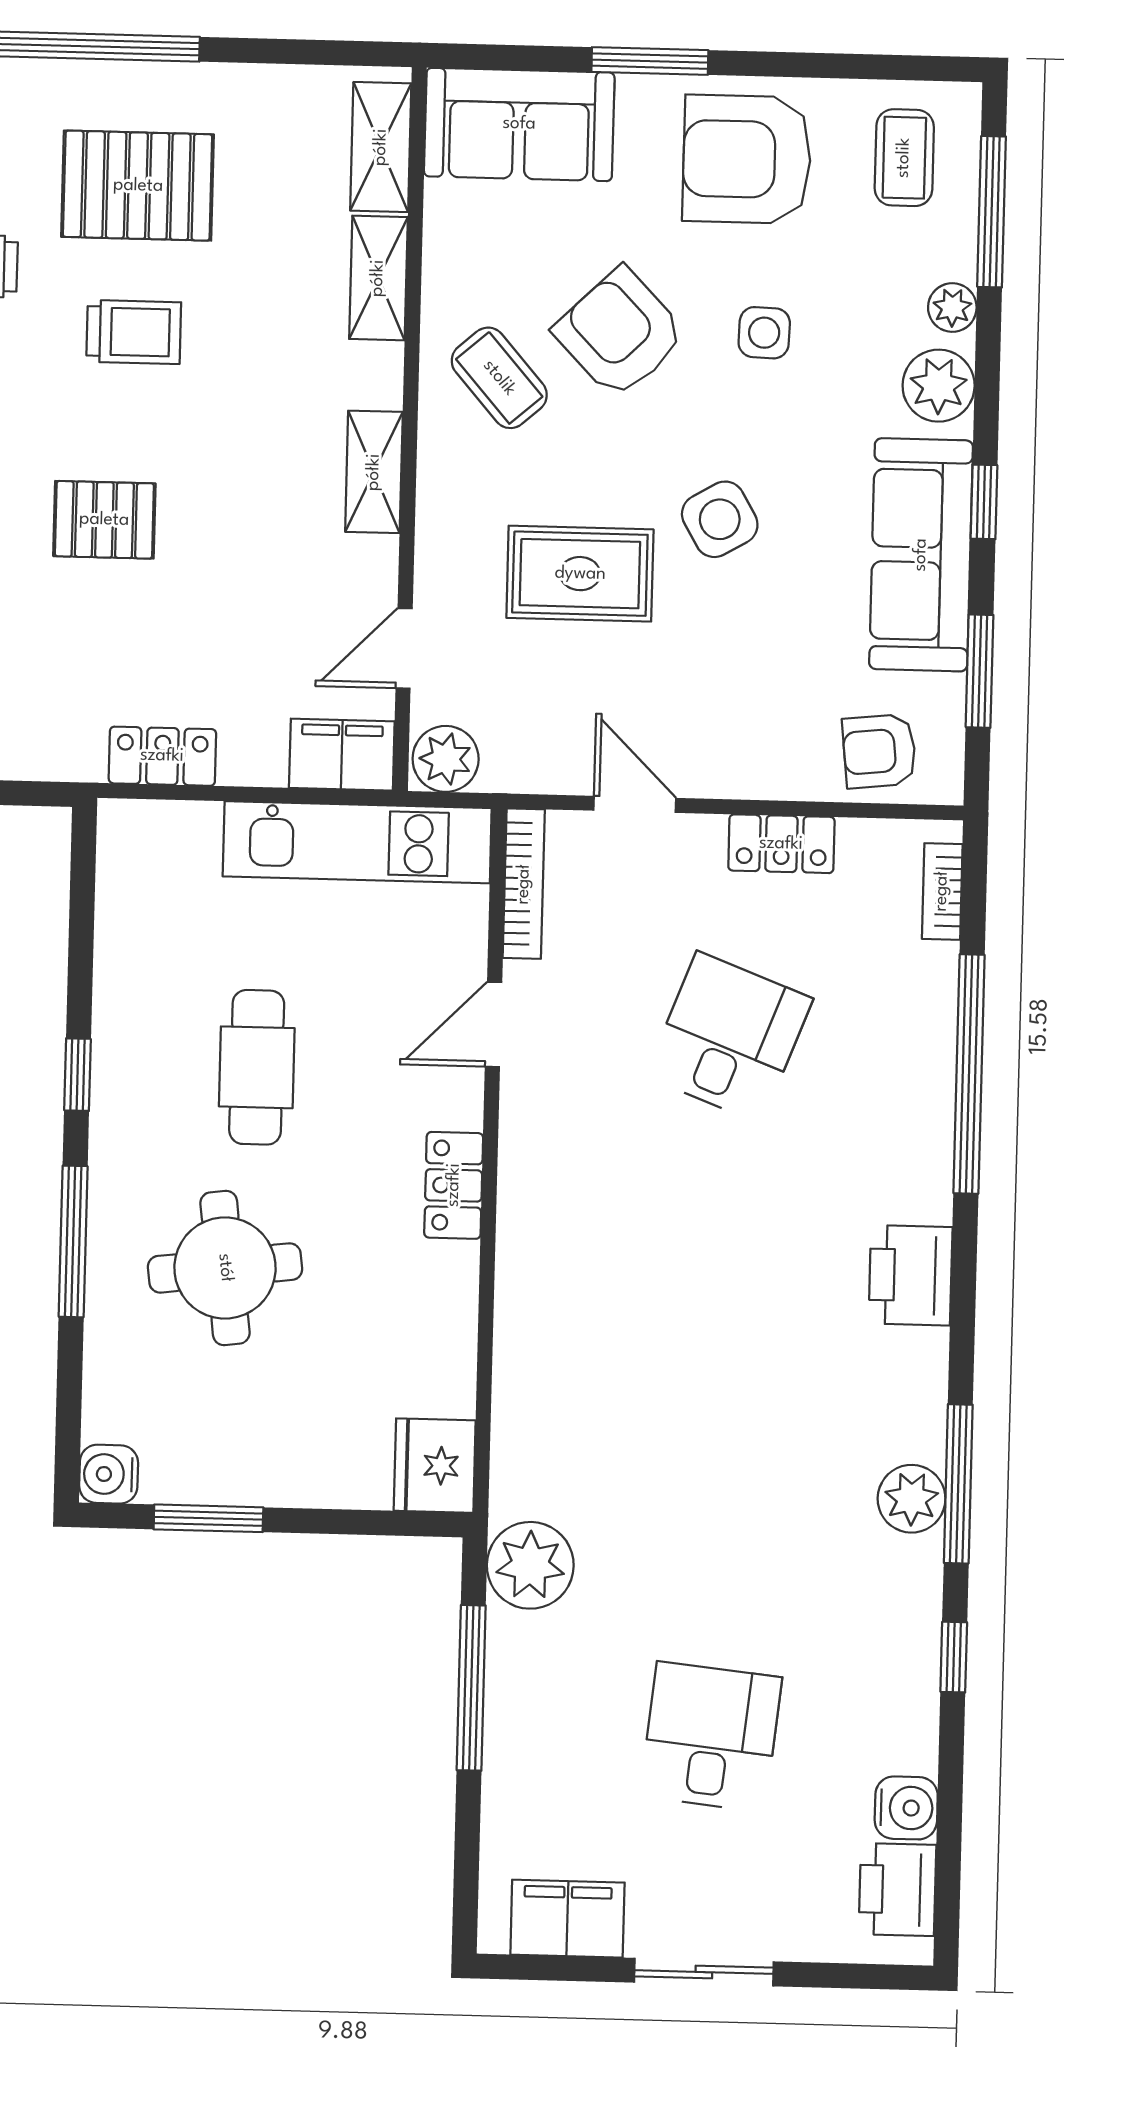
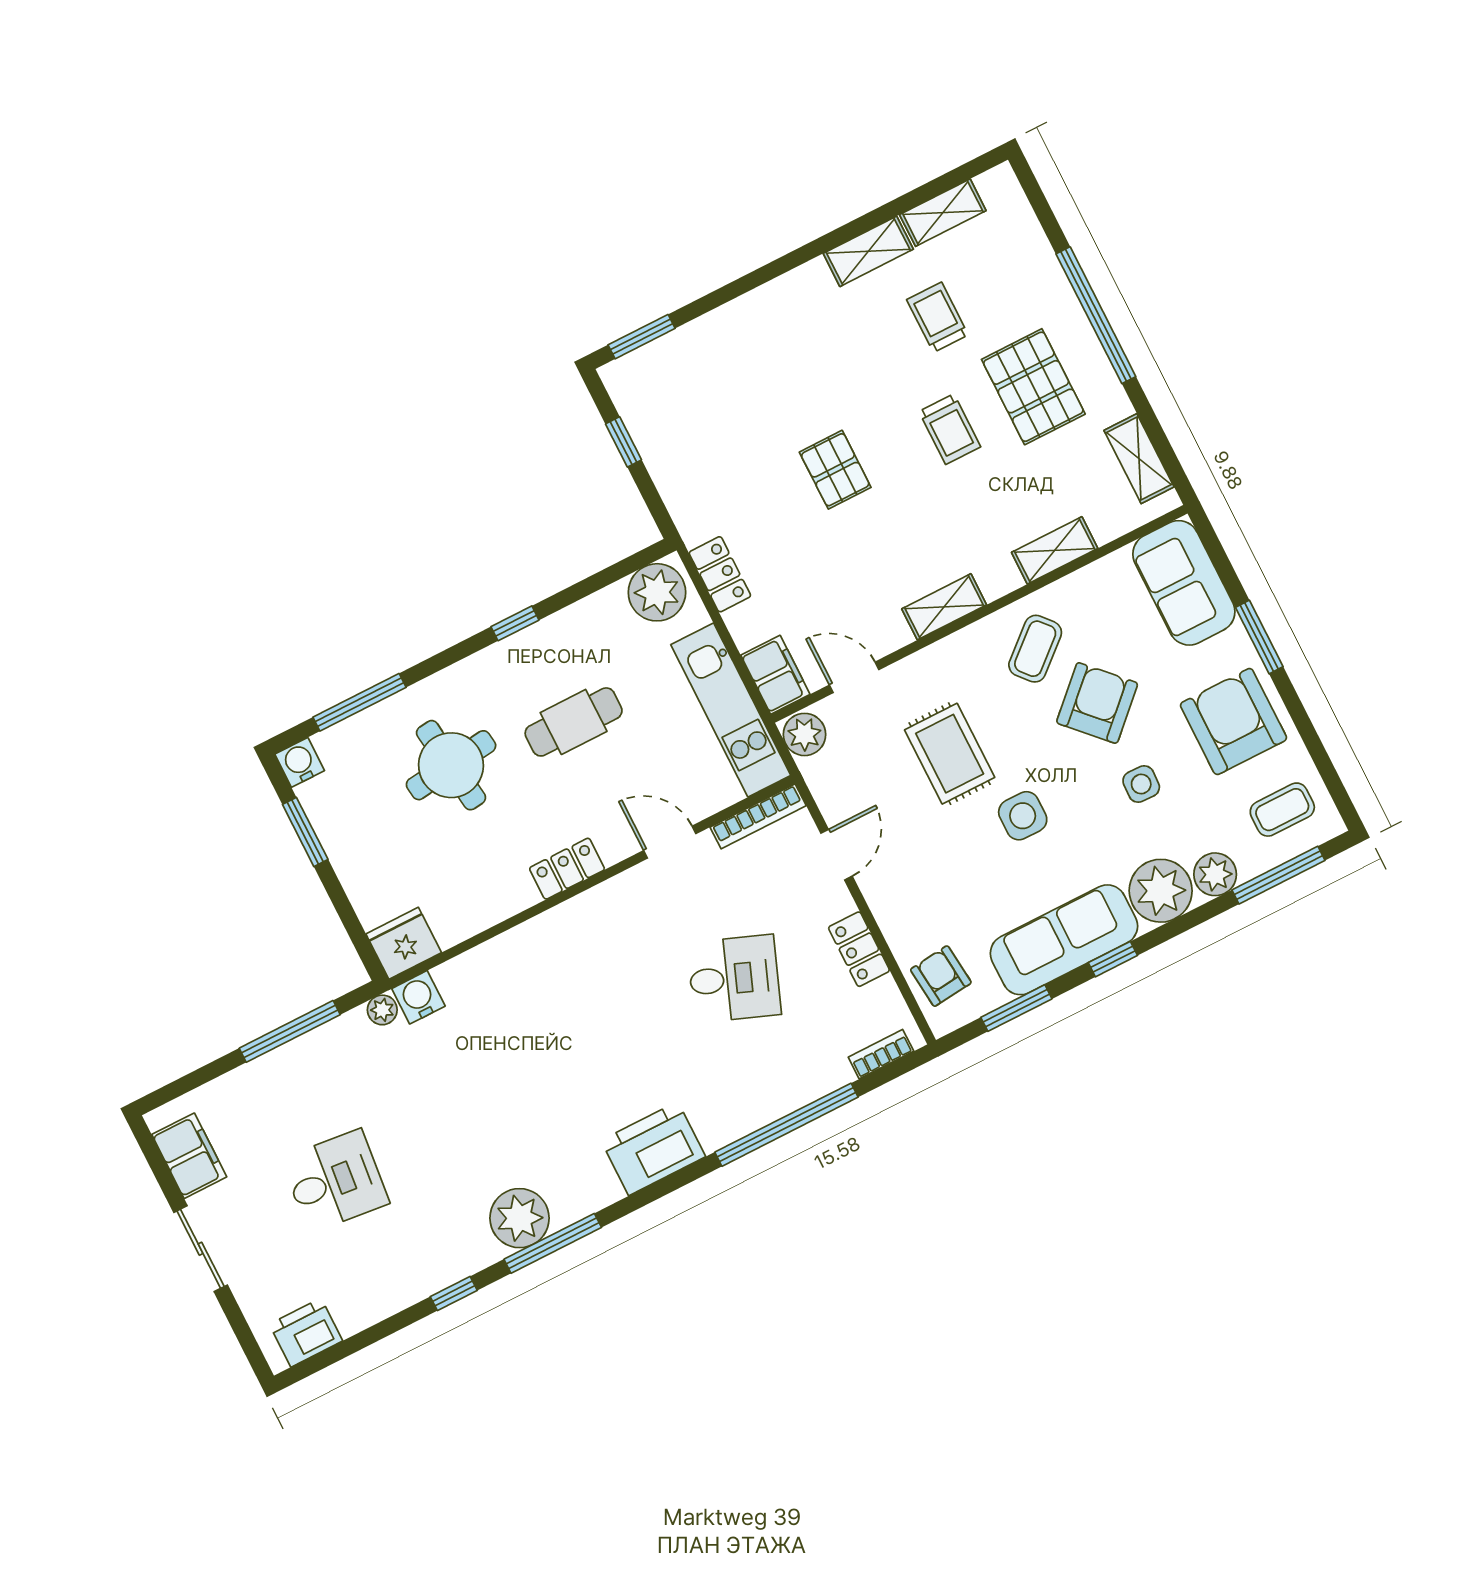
shelving: (381, 147) -> (1139, 459), moved, turned 90
plant: (952, 308) -> (1215, 874), width x1.38, depth x1.38
plant: (939, 386) -> (1161, 891), width x1.36, depth x1.36
side table: (720, 519) -> (1023, 816), turned 30
plant: (140, 856) -> (657, 592), added
window: (73, 1241) -> (359, 702), moved
printer: (911, 1275) -> (653, 1149), width x1.37, depth x1.19
plant: (912, 1499) -> (519, 1218), width x1.36, depth x1.36
plant: (530, 1565) -> (382, 1010), width x0.53, depth x0.53
water cooler: (906, 1808) -> (418, 997), moved, turned 180

